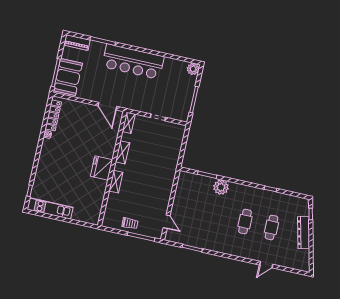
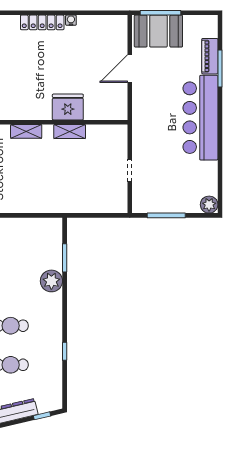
piano: (77, 42) -> (210, 56), moved
door: (107, 106) -> (130, 69), moved
locker: (53, 115) -> (42, 22), moved
shelving: (129, 123) -> (113, 131), removed
fridge: (102, 168) -> (68, 107), moved

